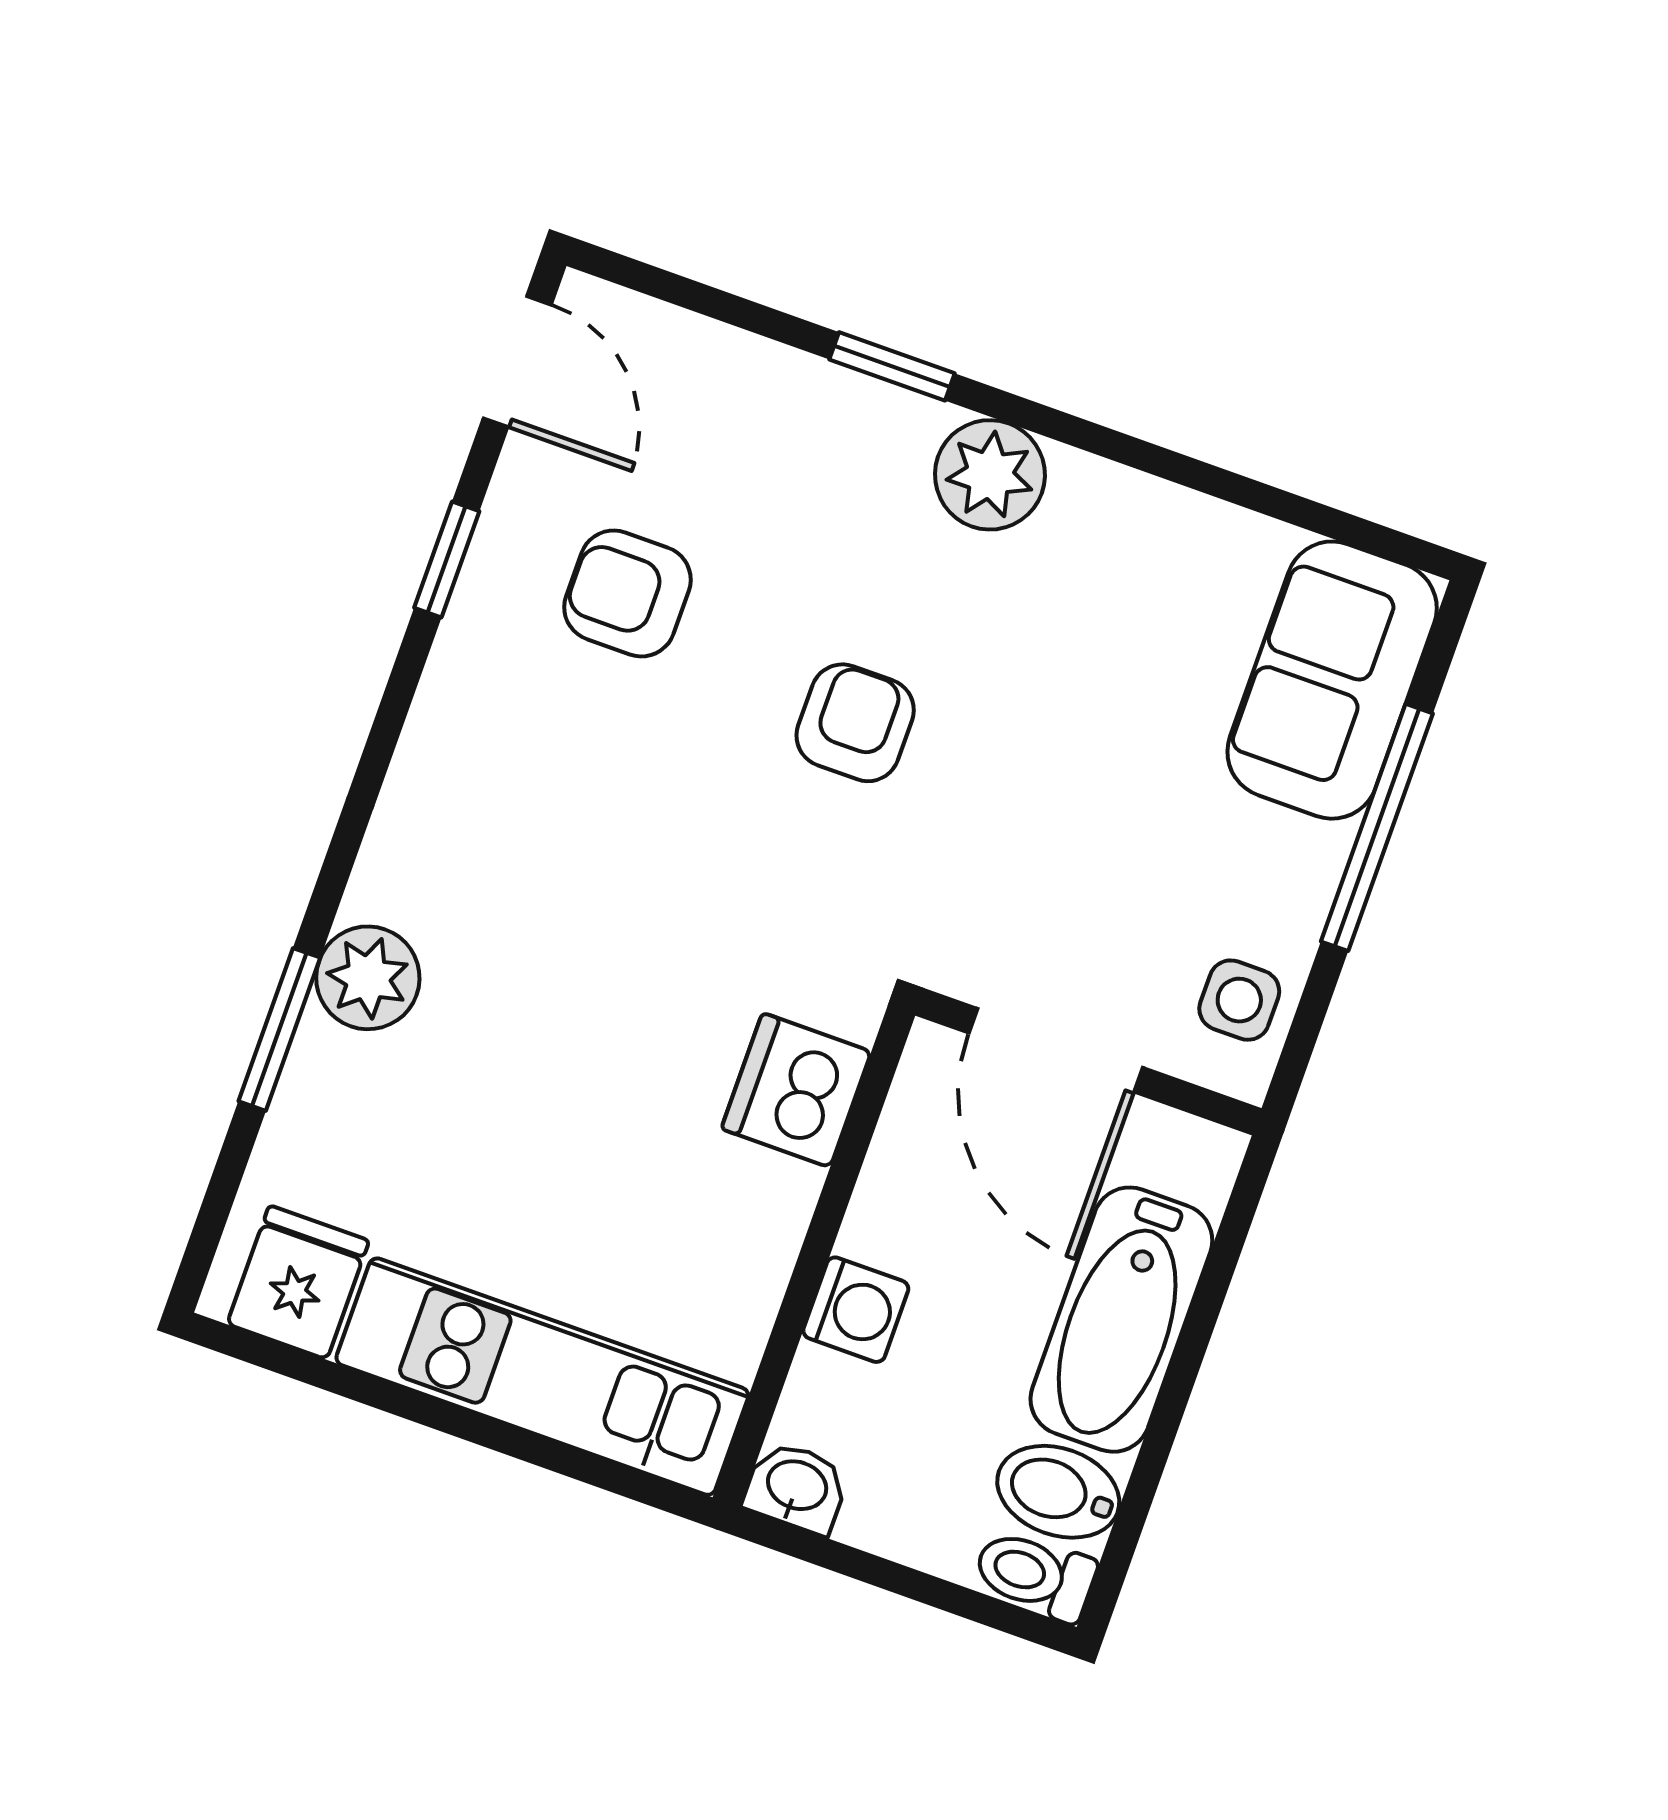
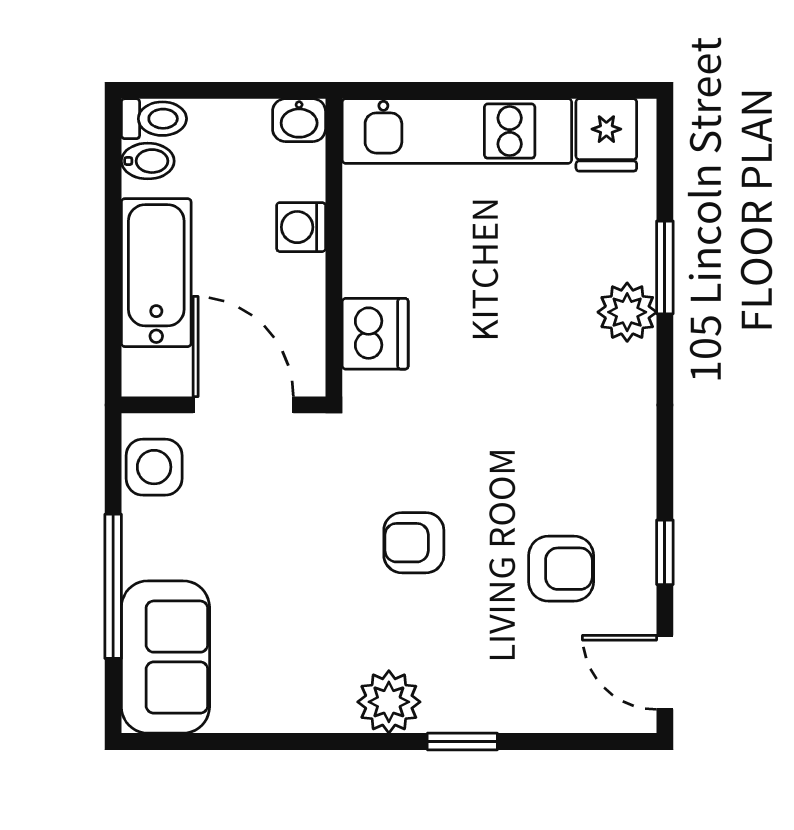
armchair: (855, 723) -> (414, 543), turned 90
side table: (1239, 1000) -> (154, 467), width x1.37, depth x1.37
bidet: (1058, 1492) -> (148, 161), width x0.72, depth x0.74

